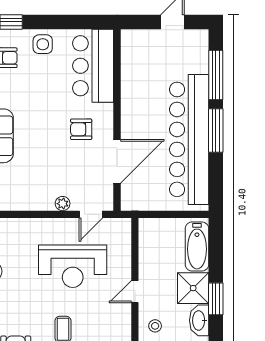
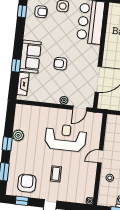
armchair: (81, 129) -> (60, 64), moved
reception desk: (73, 266) -> (66, 138), turned 180

